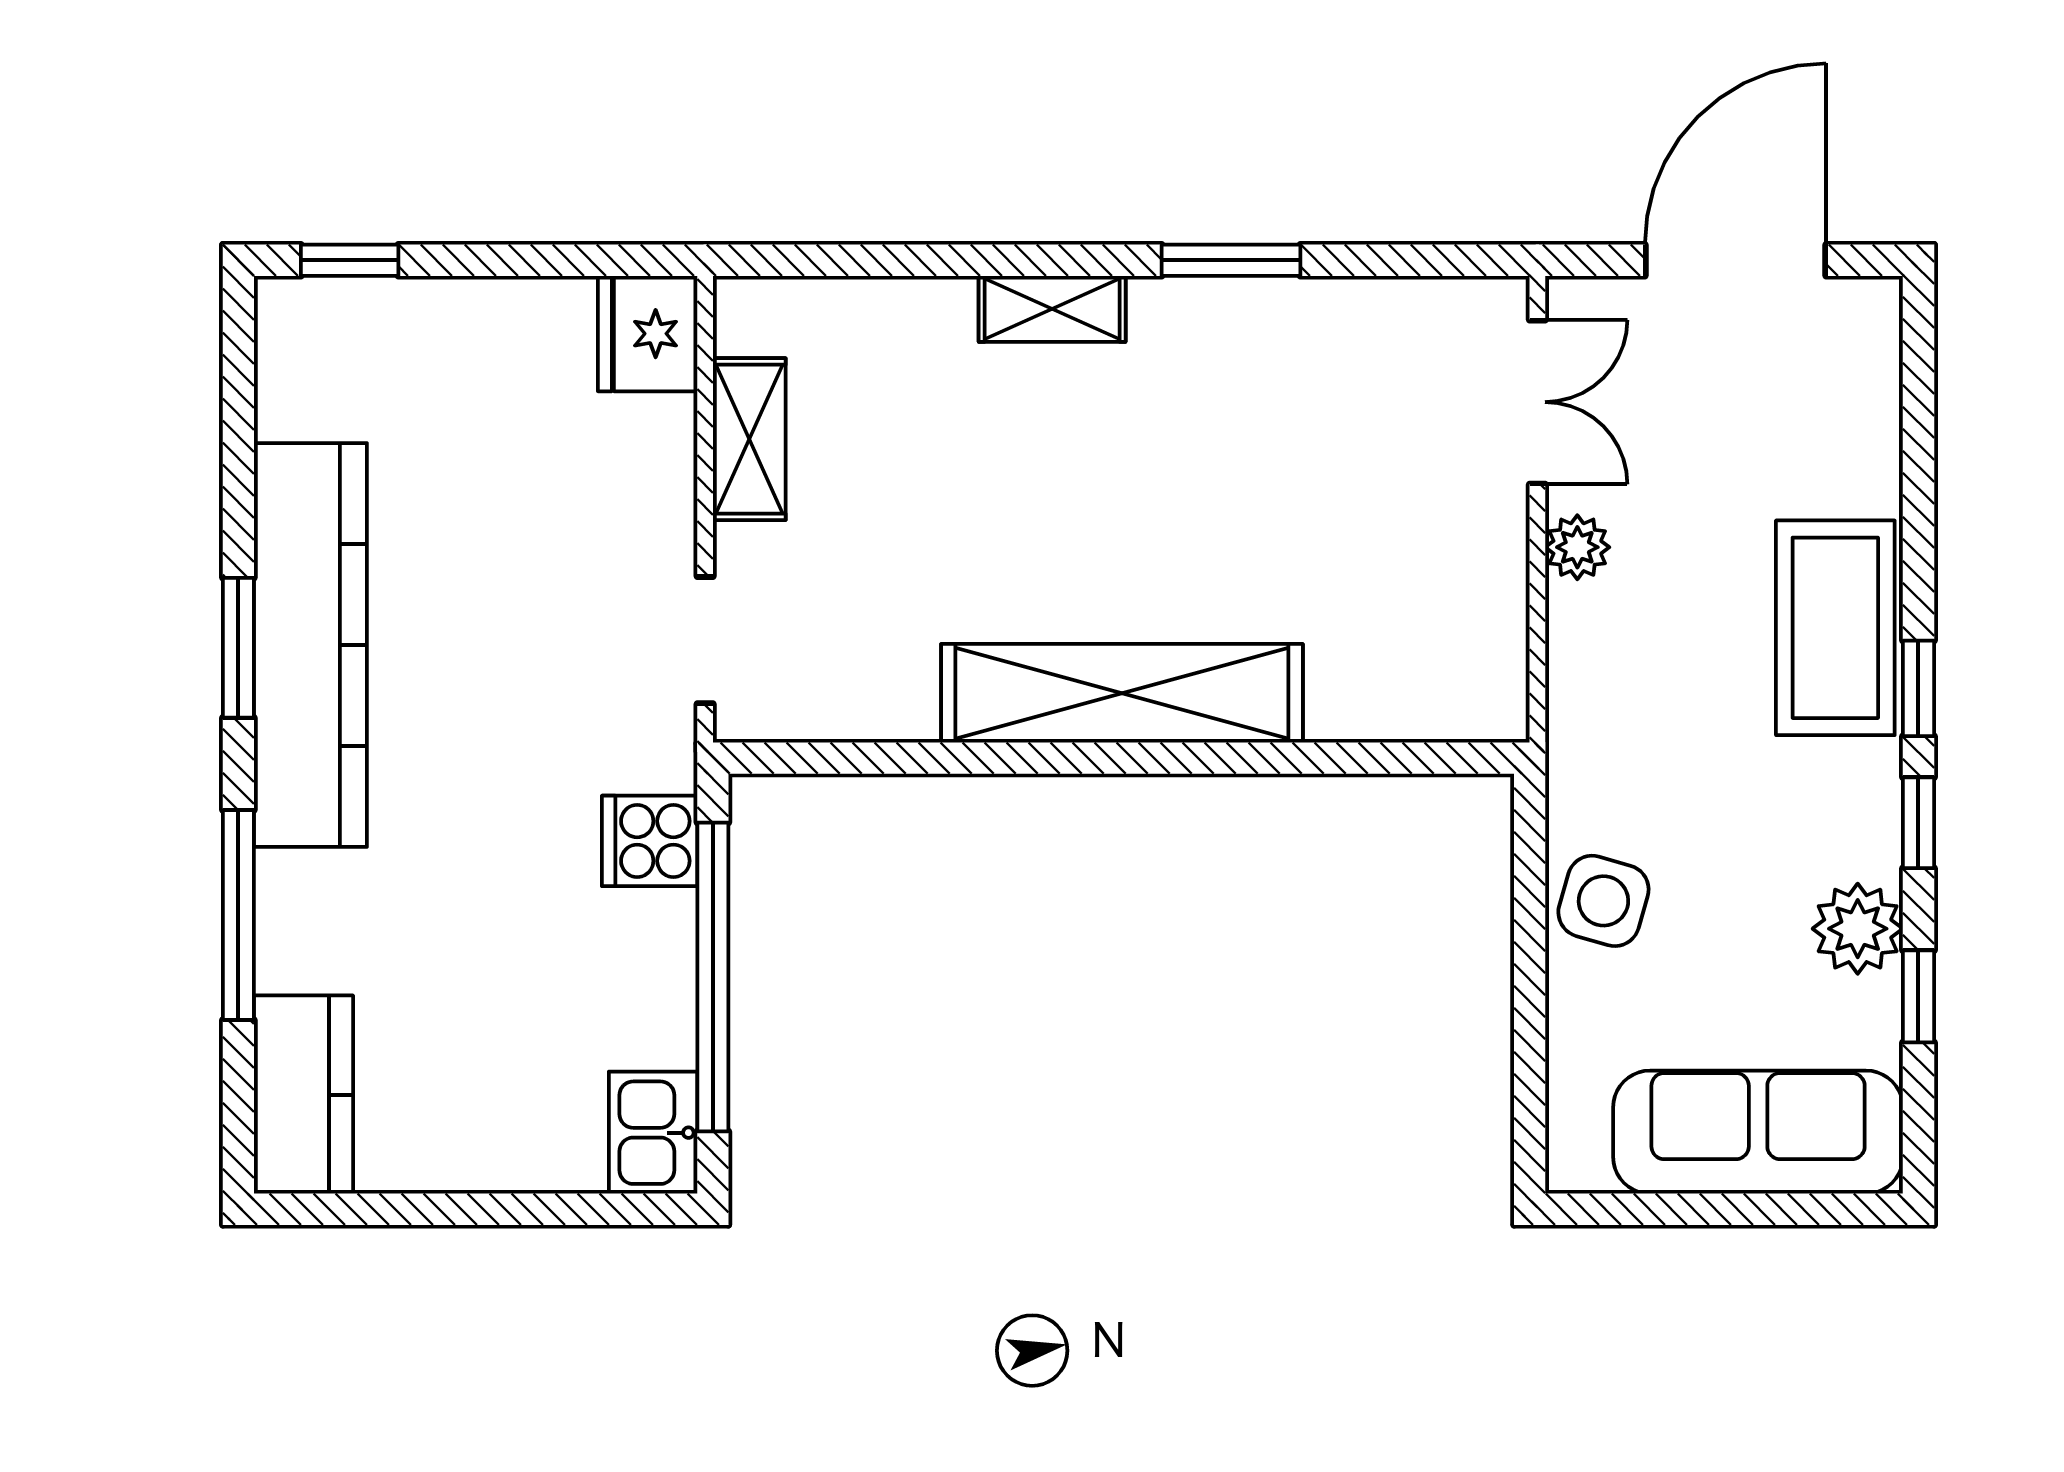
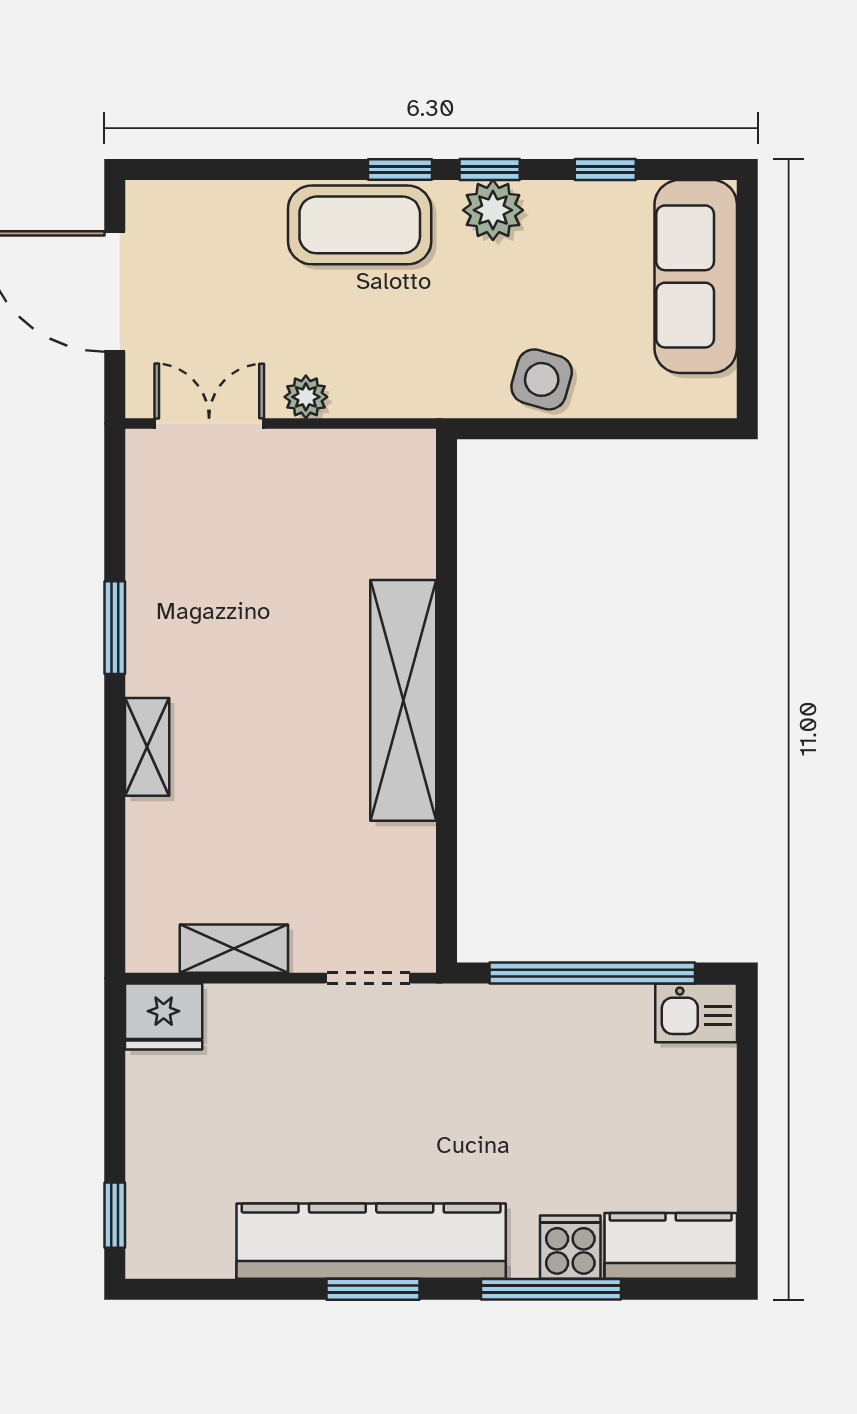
cooker: (650, 841) -> (570, 1247), moved, turned 180
plant: (1858, 929) -> (493, 210), moved

